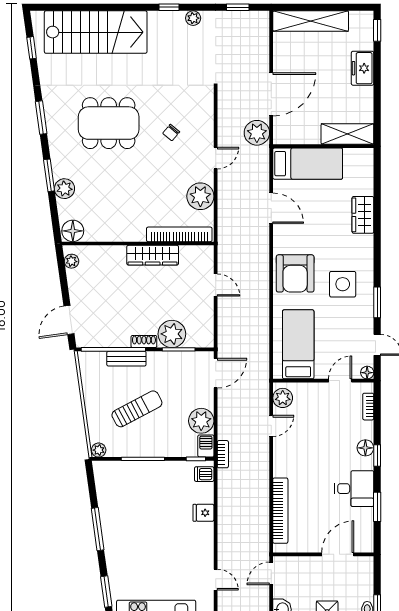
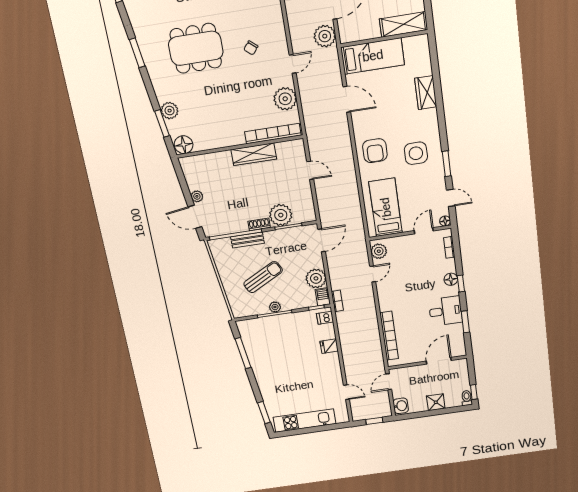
window: (49, 175) -> (162, 123), moved
plant: (72, 261) -> (197, 196), moved
armchair: (295, 273) -> (375, 151), width x0.73, depth x0.73
door: (69, 320) -> (195, 217), hinge flipped
plant: (99, 450) -> (275, 307), moved
window: (98, 529) -> (243, 353), moved

